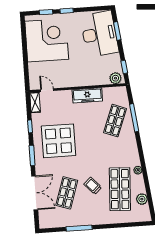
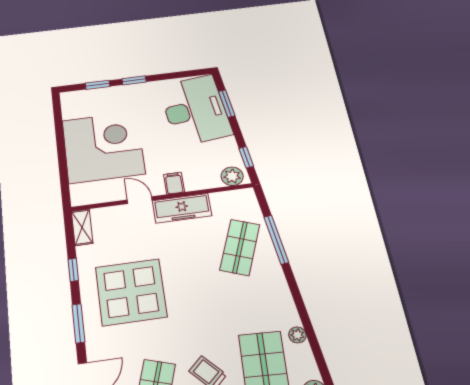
corner desk: (47, 40) -> (103, 147), moved
filing cabinet: (84, 80) -> (174, 183), added
door: (47, 90) -> (140, 200), moved

